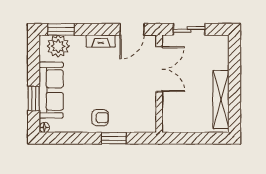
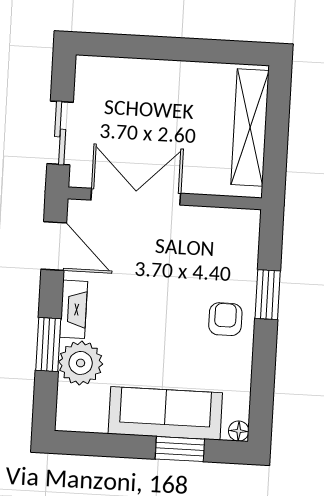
window: (61, 29) -> (48, 345), moved
plant: (58, 46) -> (81, 363), moved
shelving: (221, 99) -> (250, 128), moved, turned 90

